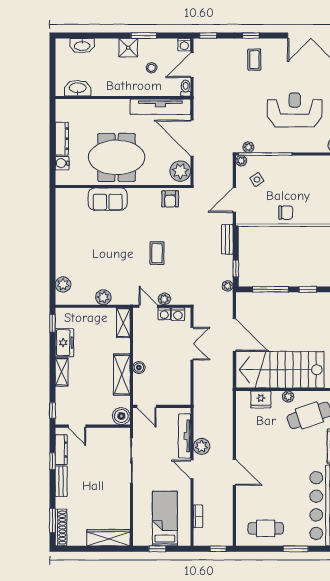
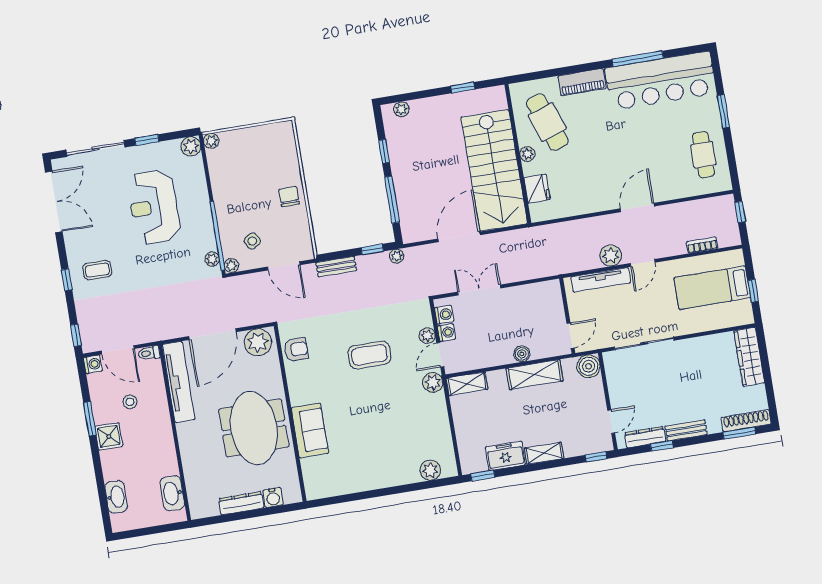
coffee table: (157, 253) -> (369, 355), width x1.36, depth x1.30
plant: (103, 297) -> (433, 382), moved

